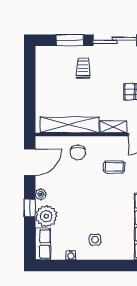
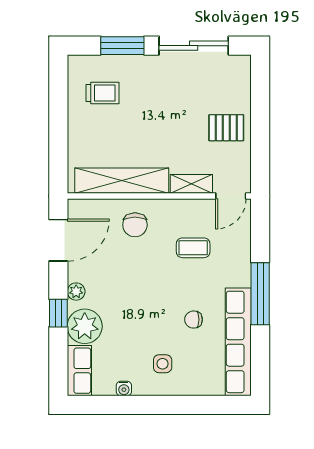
trolley: (83, 68) -> (103, 93), moved, turned 90
chair: (114, 212) -> (194, 320), added

